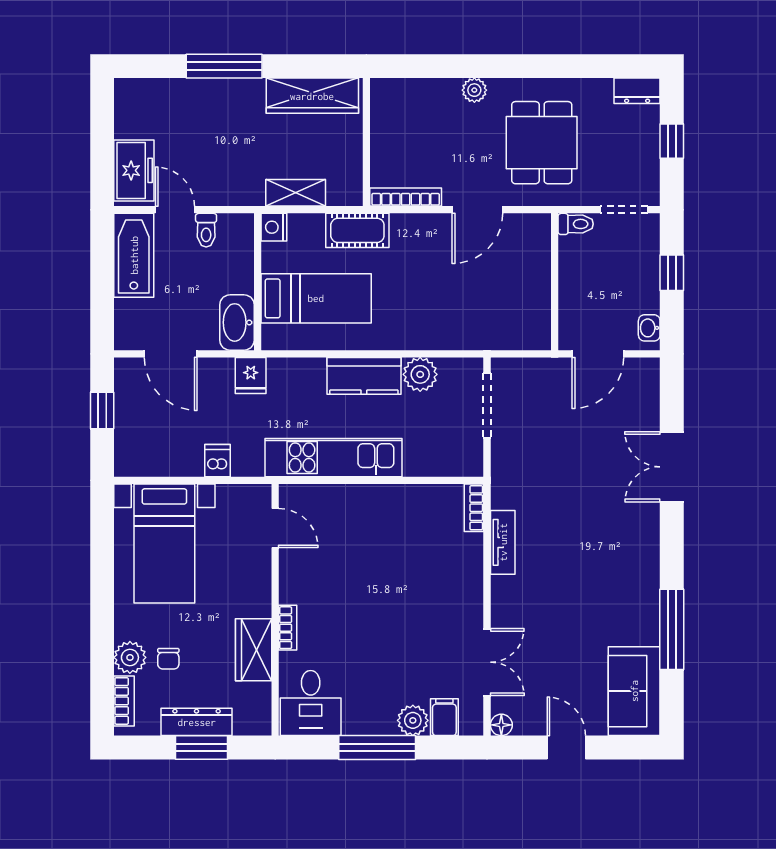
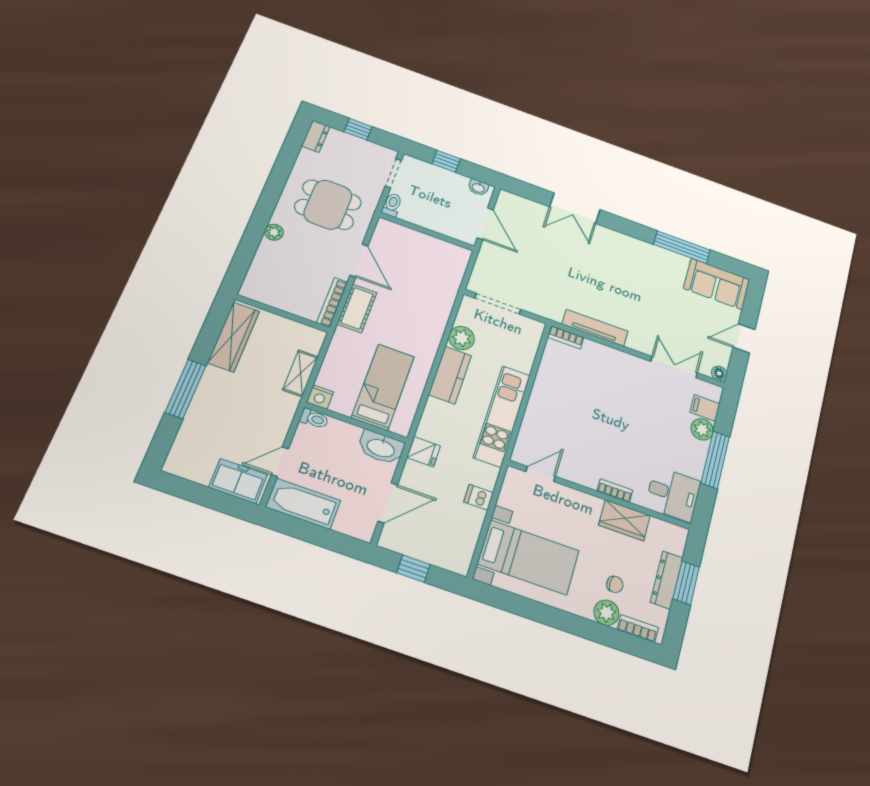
toilet: (206, 230) -> (314, 419), moved
cot: (357, 230) -> (357, 308), moved
tv unit: (503, 542) -> (595, 328), width x1.41

